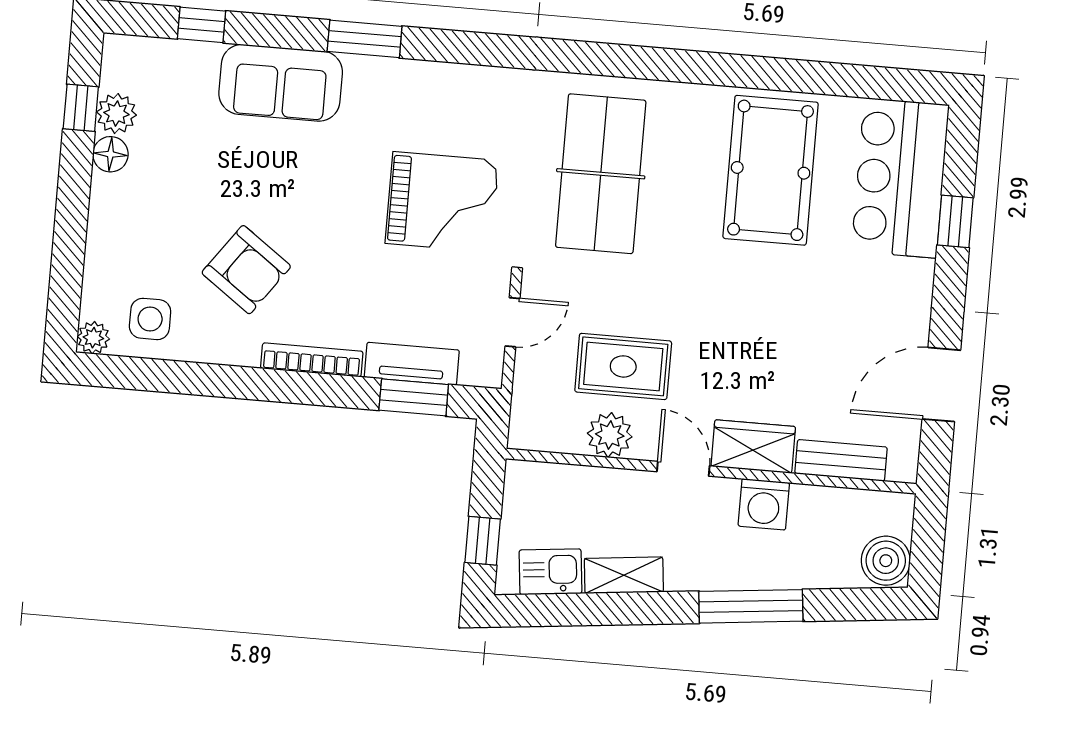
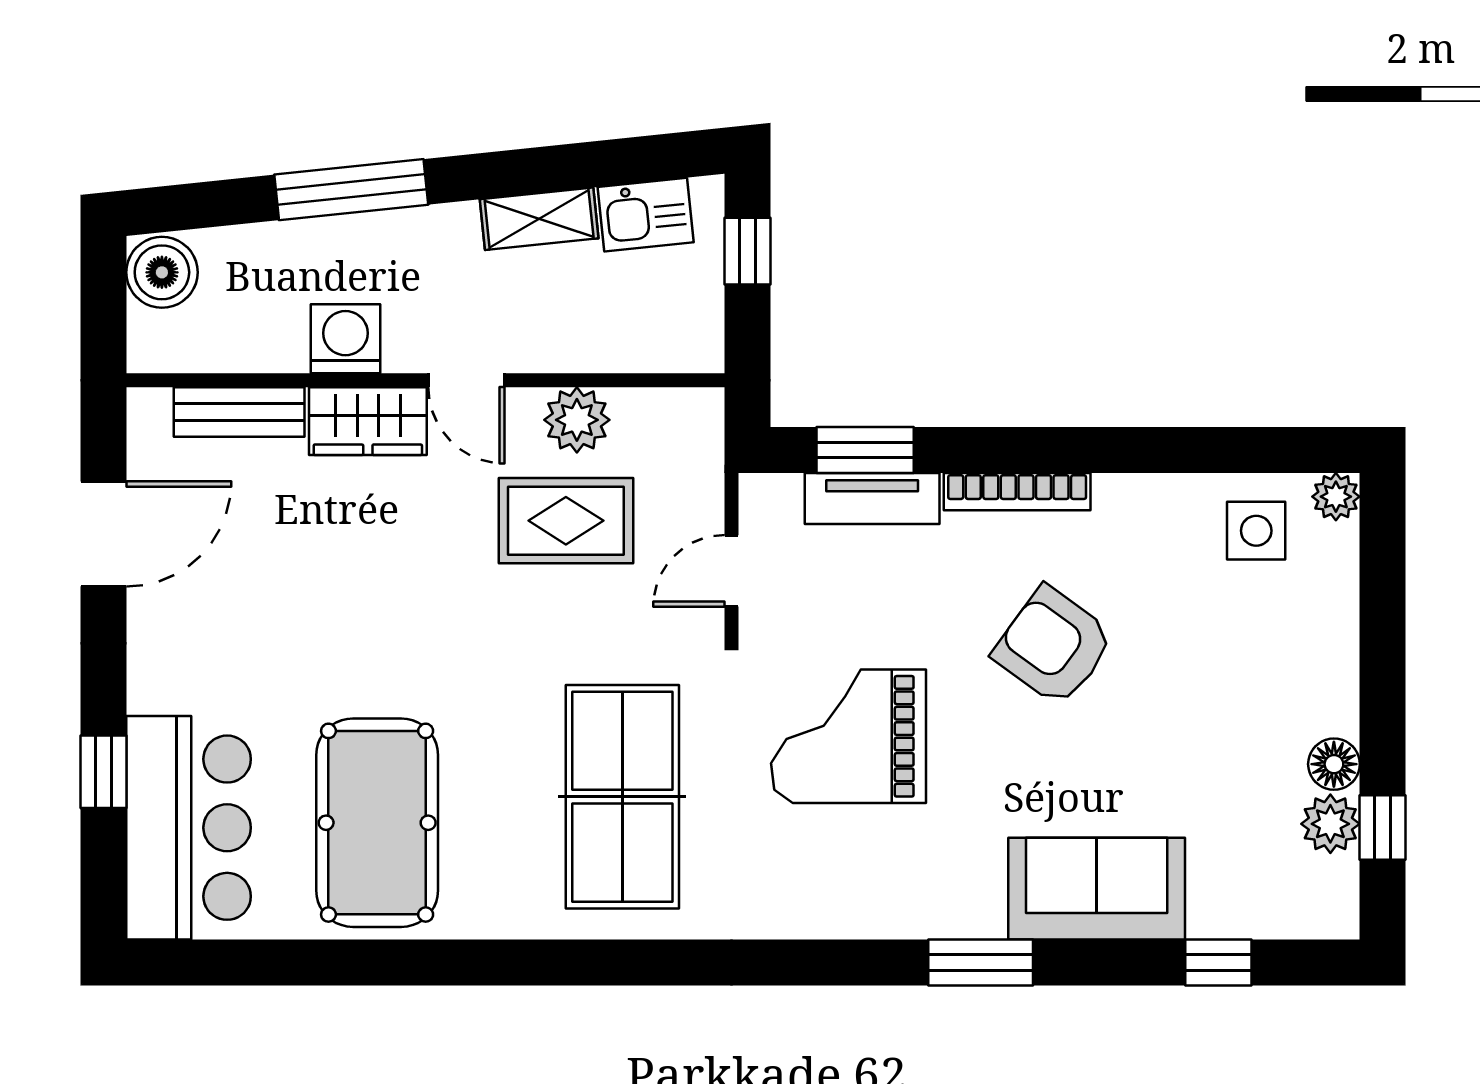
armchair: (246, 270) -> (1054, 646), moved

